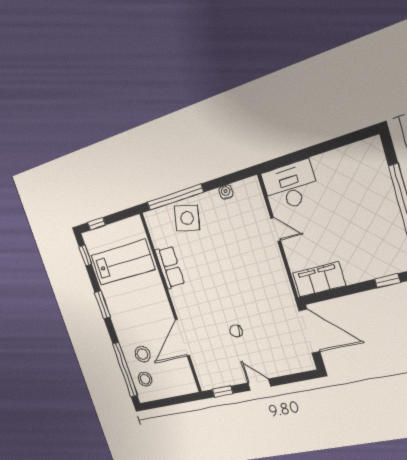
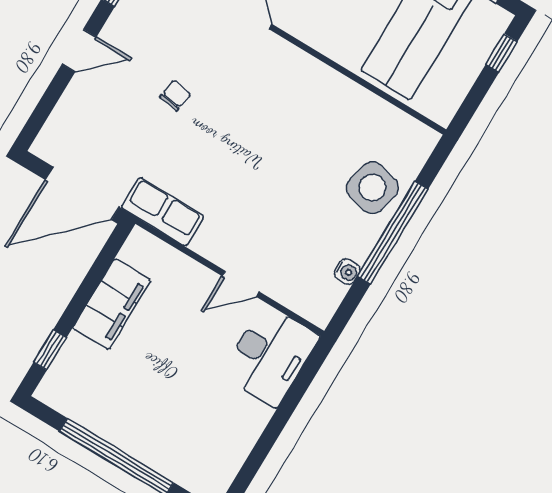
window: (175, 197) -> (393, 233), moved
row of seats: (170, 267) -> (163, 212), moved, turned 180
filing cabinet: (319, 279) -> (112, 304), moved

